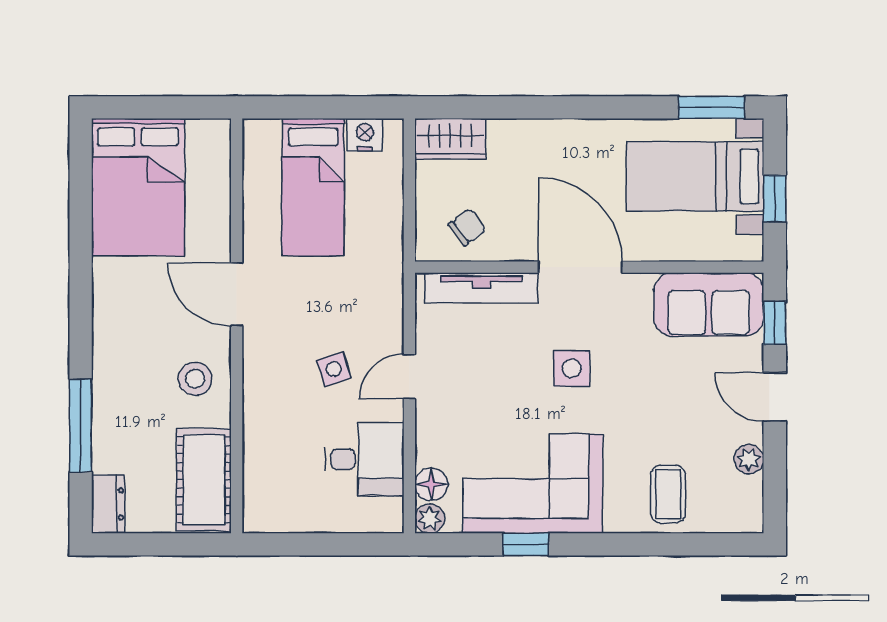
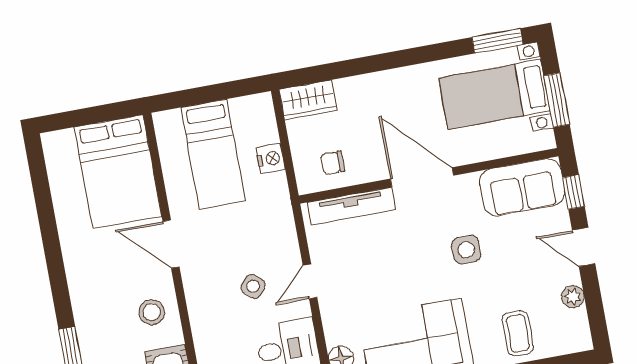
nightstand: (365, 135) -> (271, 159), moved, turned 90
bed: (138, 187) -> (118, 172), moved
window: (775, 199) -> (557, 100), width x1.50
chair: (467, 227) -> (333, 163), turned -143
side table: (572, 368) -> (466, 250), moved
side table: (334, 369) -> (253, 286), turned -33

